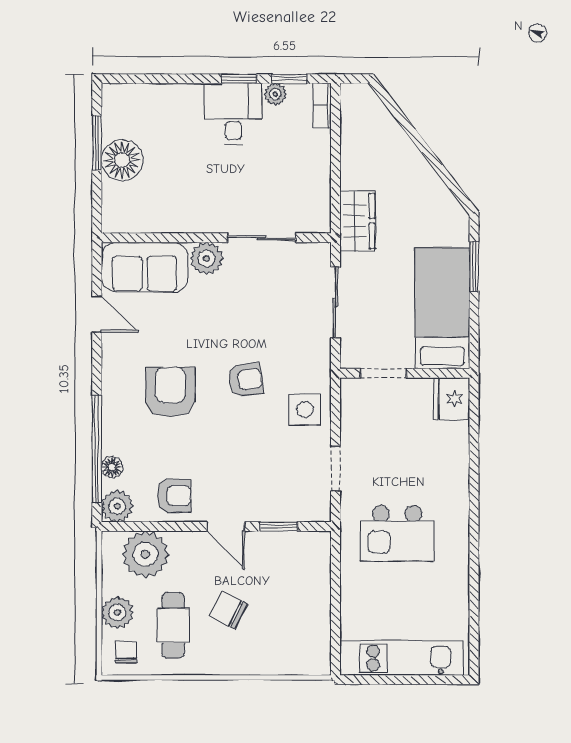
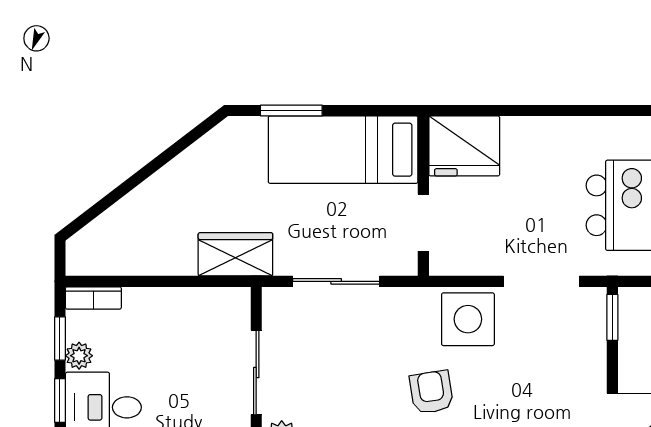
fridge: (451, 399) -> (464, 146), width x1.36, depth x1.34
side table: (305, 409) -> (468, 319), width x1.37, depth x1.37
doorway: (336, 469) -> (541, 281), width x1.38
window: (279, 526) -> (612, 317), moved

